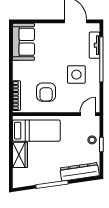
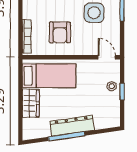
door: (88, 114) -> (107, 57), hinge flipped
dresser: (80, 172) -> (72, 126), moved

